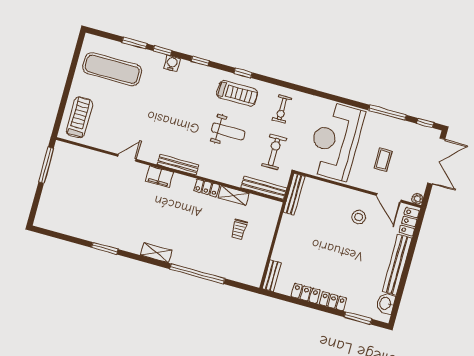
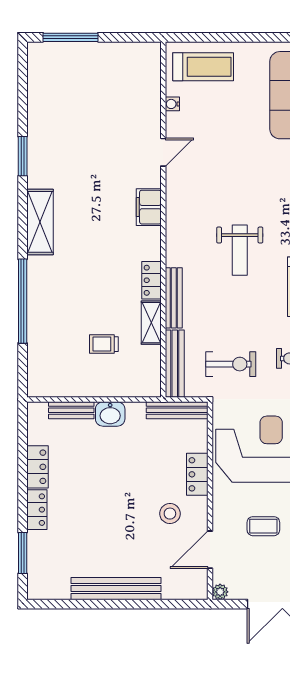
weight bench: (228, 131) -> (240, 250), moved
water cooler: (98, 144) -> (172, 104), added
door: (127, 158) -> (163, 152), hinge flipped
window: (46, 165) -> (71, 37), moved
bench: (178, 165) -> (174, 298), moved
locker: (409, 222) -> (197, 474), moved, turned -90
shelving: (156, 253) -> (40, 222), width x1.50, depth x1.33
bench: (272, 276) -> (71, 410), moved
washbasin: (386, 303) -> (110, 414), moved, turned 180

